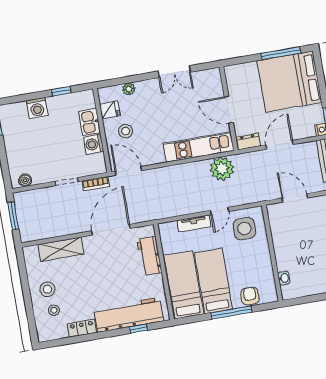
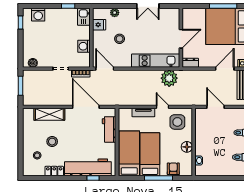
washing machine: (37, 108) -> (38, 15), moved
door: (229, 110) -> (181, 39), swing flipped
kitchen sink: (90, 122) -> (84, 17), moved
stool: (126, 131) -> (120, 39), moved
door: (280, 145) -> (225, 69), moved
door: (220, 211) -> (162, 107), swing flipped
door: (111, 230) -> (86, 107), hinge flipped
floor lamp: (264, 262) -> (187, 147), added
stool: (47, 289) -> (52, 142), moved

